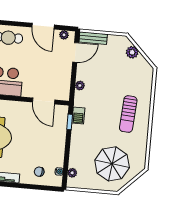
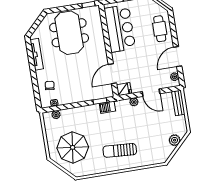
door: (76, 52) -> (151, 93), moved
fridge: (63, 93) -> (124, 89), added

